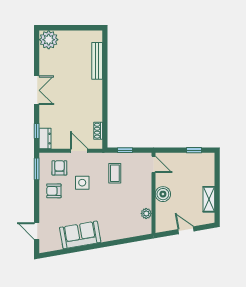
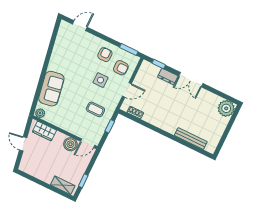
dresser: (45, 139) -> (168, 77), moved
boiler: (163, 194) -> (70, 144), moved
shelving: (209, 199) -> (63, 185), moved
plant: (146, 213) -> (40, 113), moved
wardrobe: (162, 215) -> (44, 131), added
door: (186, 230) -> (23, 144), swing flipped
sofa: (80, 235) -> (51, 89), moved

